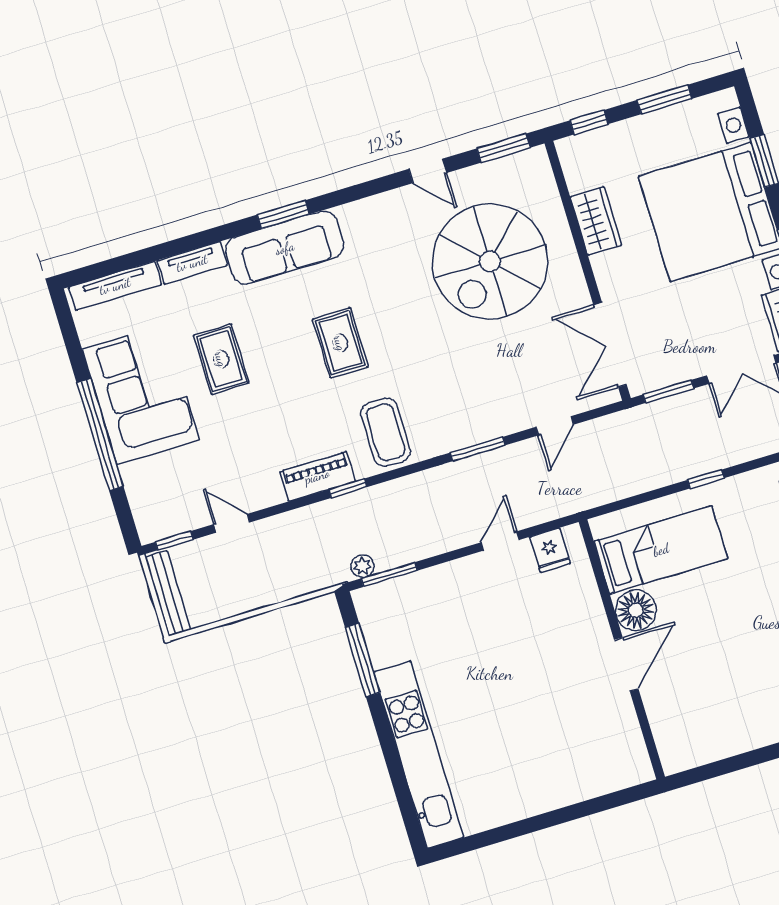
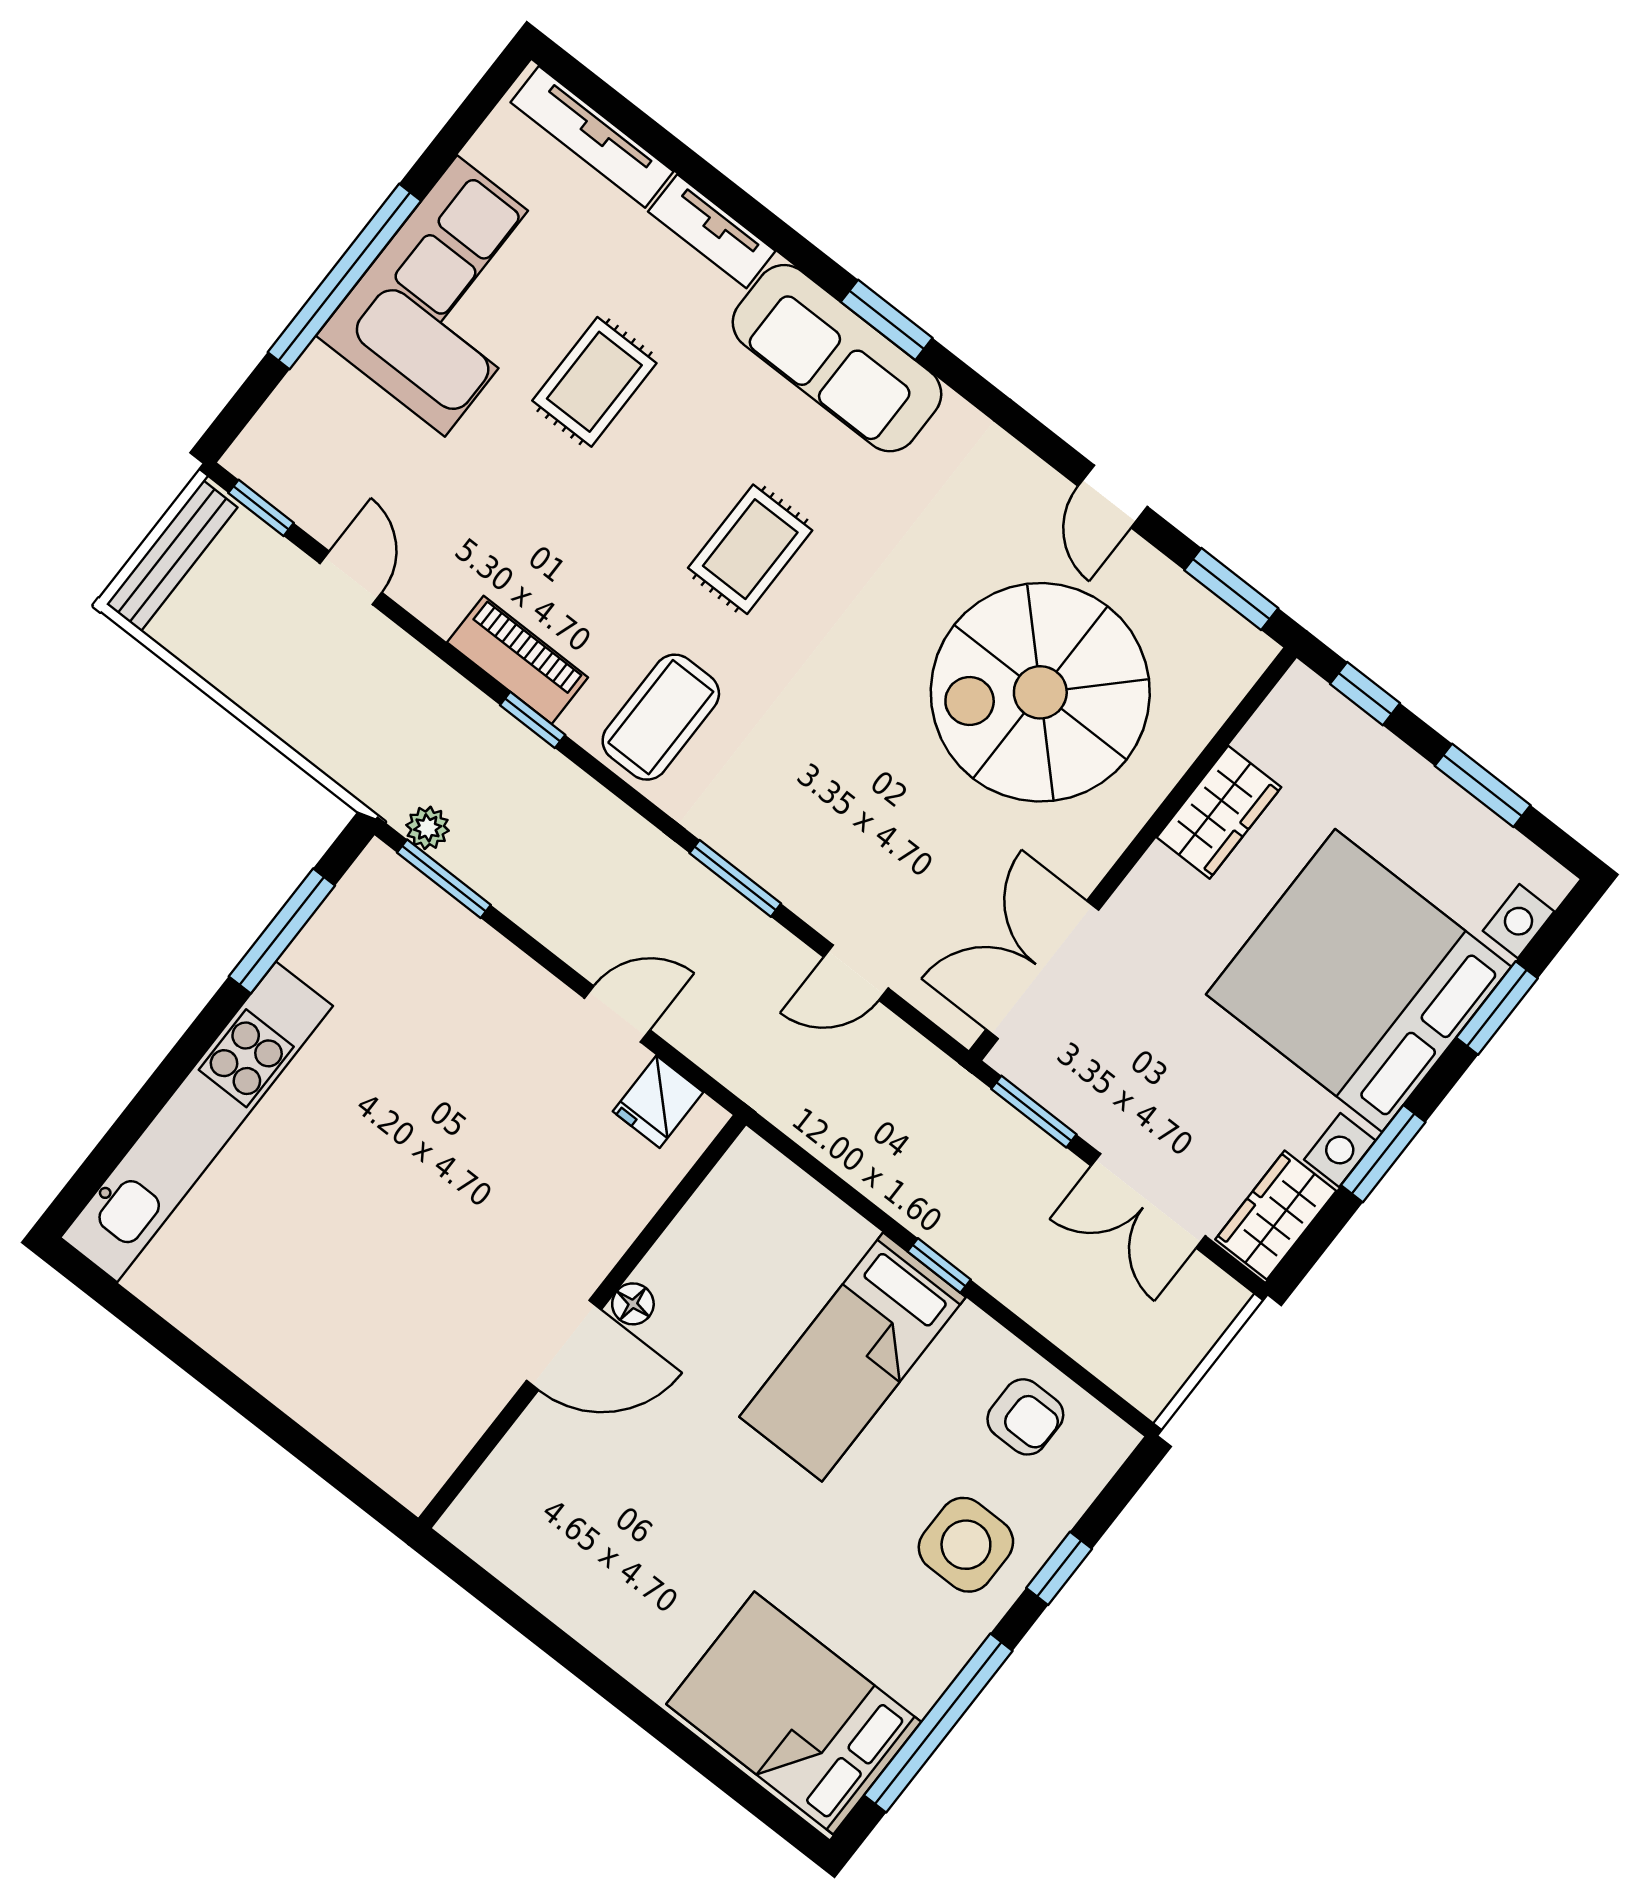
bed: (661, 550) -> (853, 1357), moved, turned 90
floor lamp: (636, 610) -> (633, 1304), width x0.53, depth x0.53

